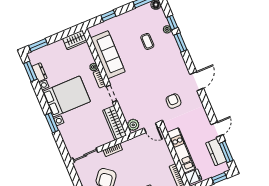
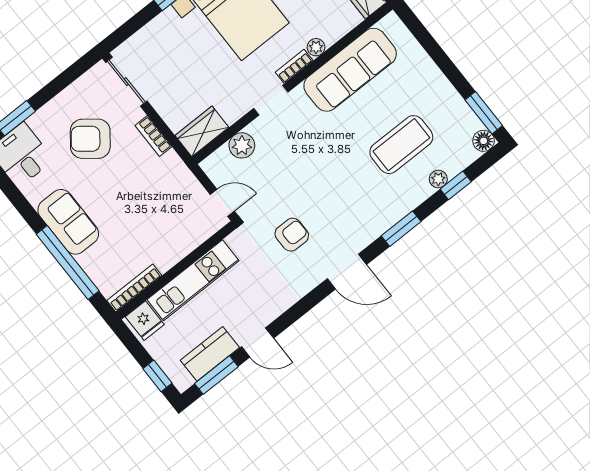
window: (108, 16) -> (432, 48), removed
coffee table: (147, 41) -> (401, 145), width x1.86, depth x1.72
window: (180, 42) -> (401, 229), moved
wardrobe: (115, 123) -> (202, 131), width x0.67
plant: (133, 125) -> (242, 145), moved
door: (151, 128) -> (222, 203), swing flipped

